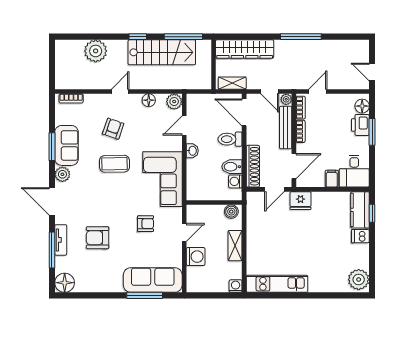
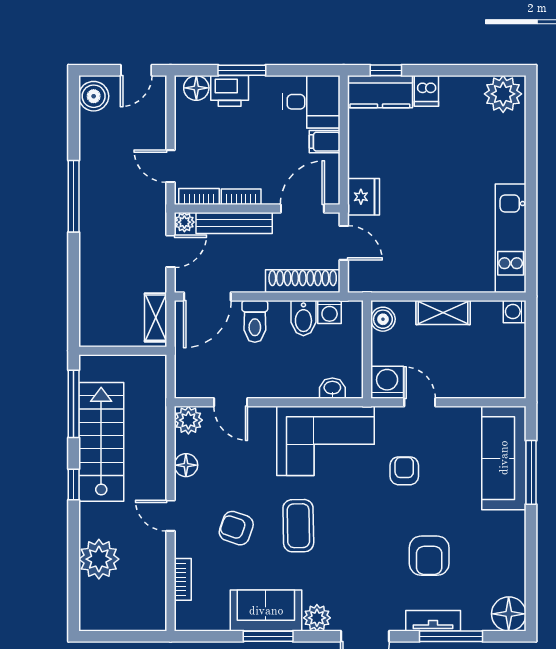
boiler: (357, 48) -> (94, 96), added
wardrobe: (245, 49) -> (95, 296), removed
bookcase: (71, 98) -> (183, 579), moved
washbasin: (192, 151) -> (332, 388), moved
door: (294, 166) -> (302, 209), hinge flipped
washing machine: (196, 257) -> (387, 382), moved

